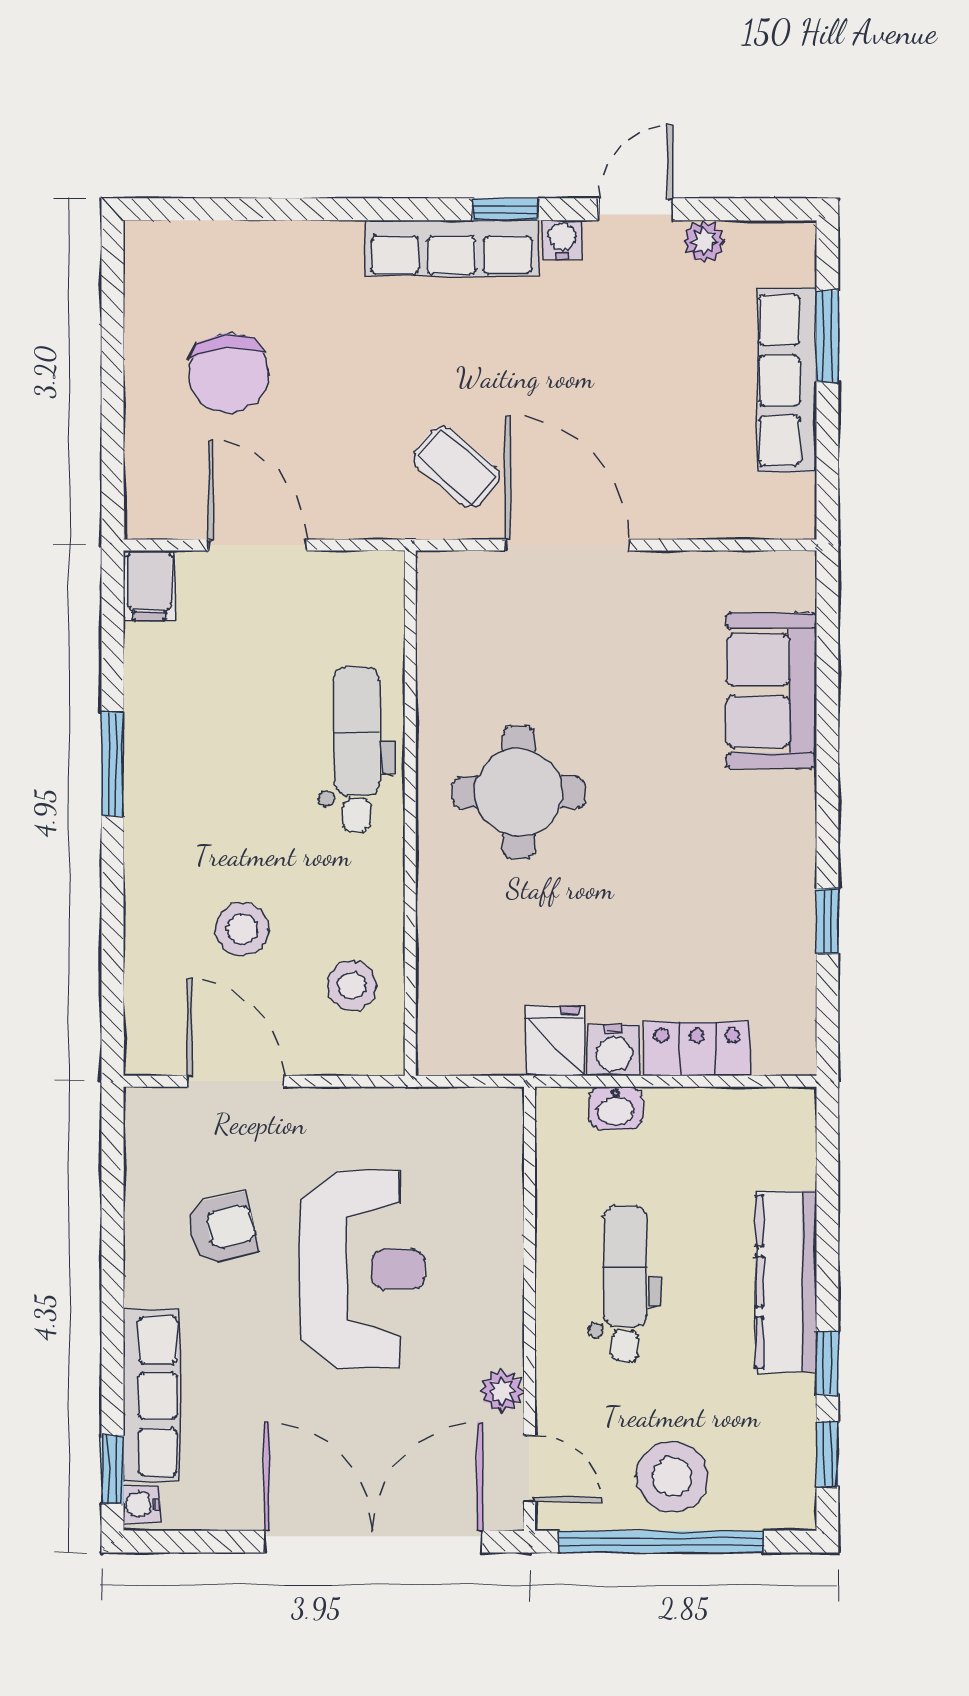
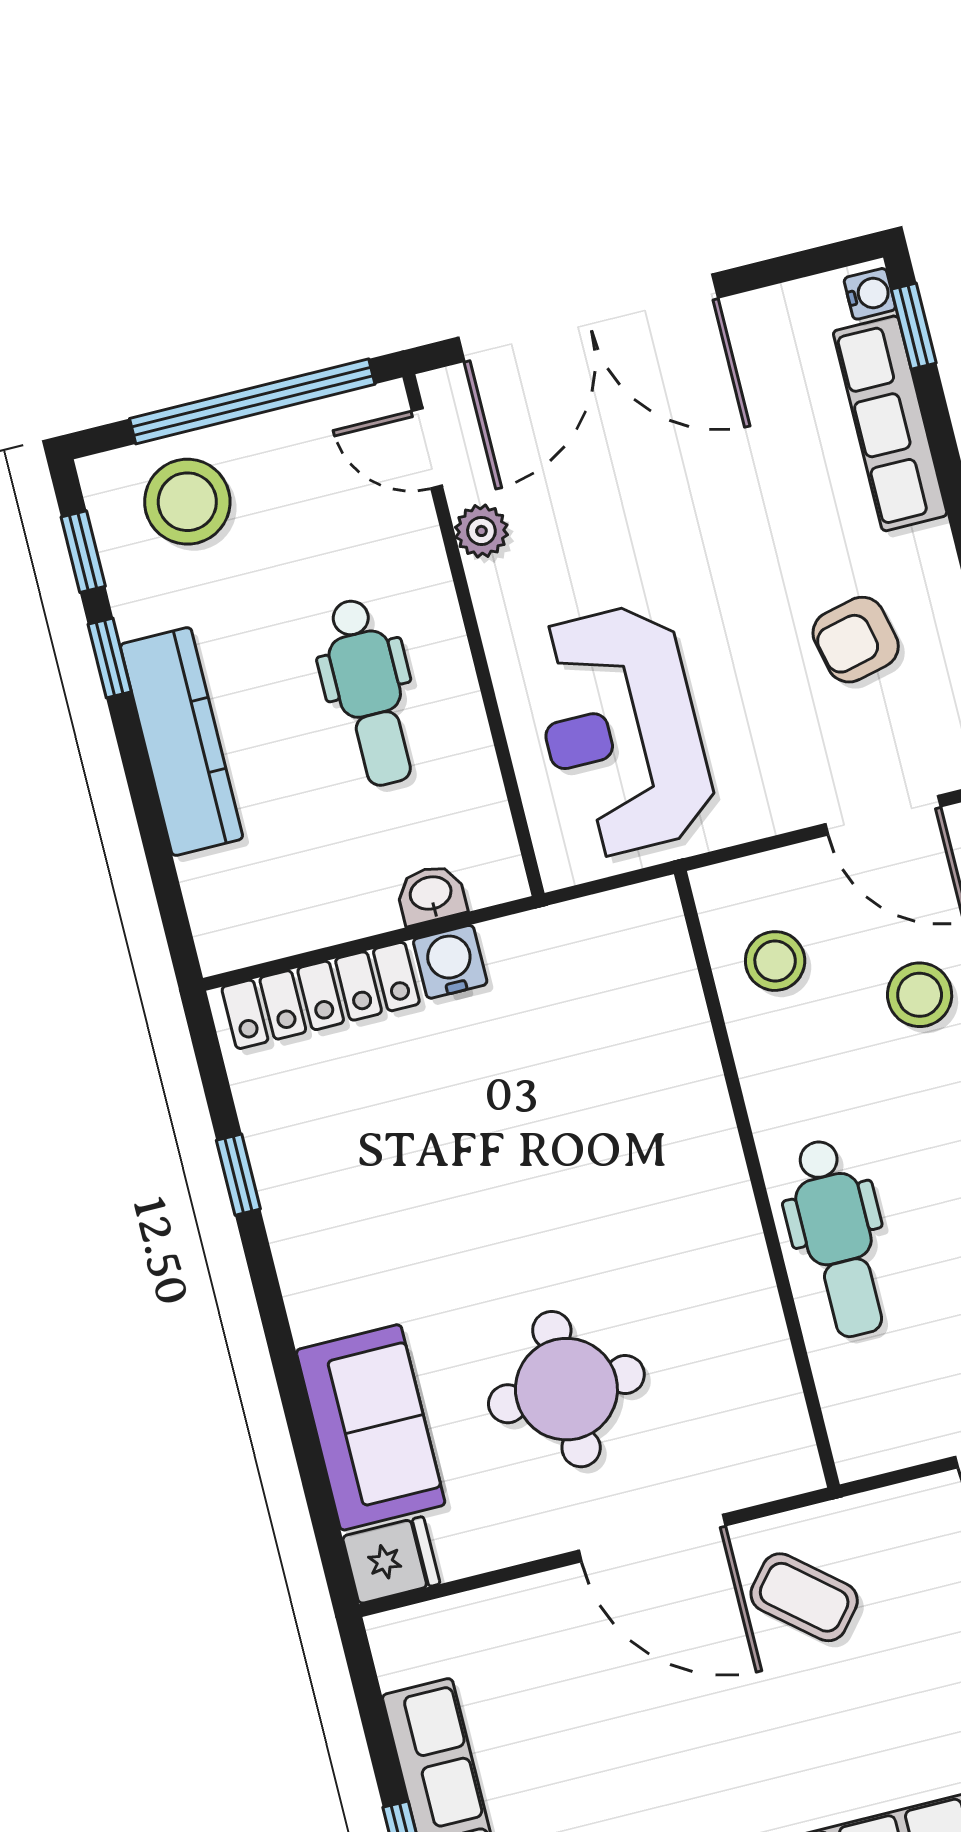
round table: (519, 792) -> (566, 1389), moved
fridge: (555, 1041) -> (391, 1560), moved, turned -90
locker: (697, 1049) -> (321, 995), width x1.53
reception desk: (362, 1269) -> (621, 731), moved
stool: (672, 1477) -> (187, 502), moved

